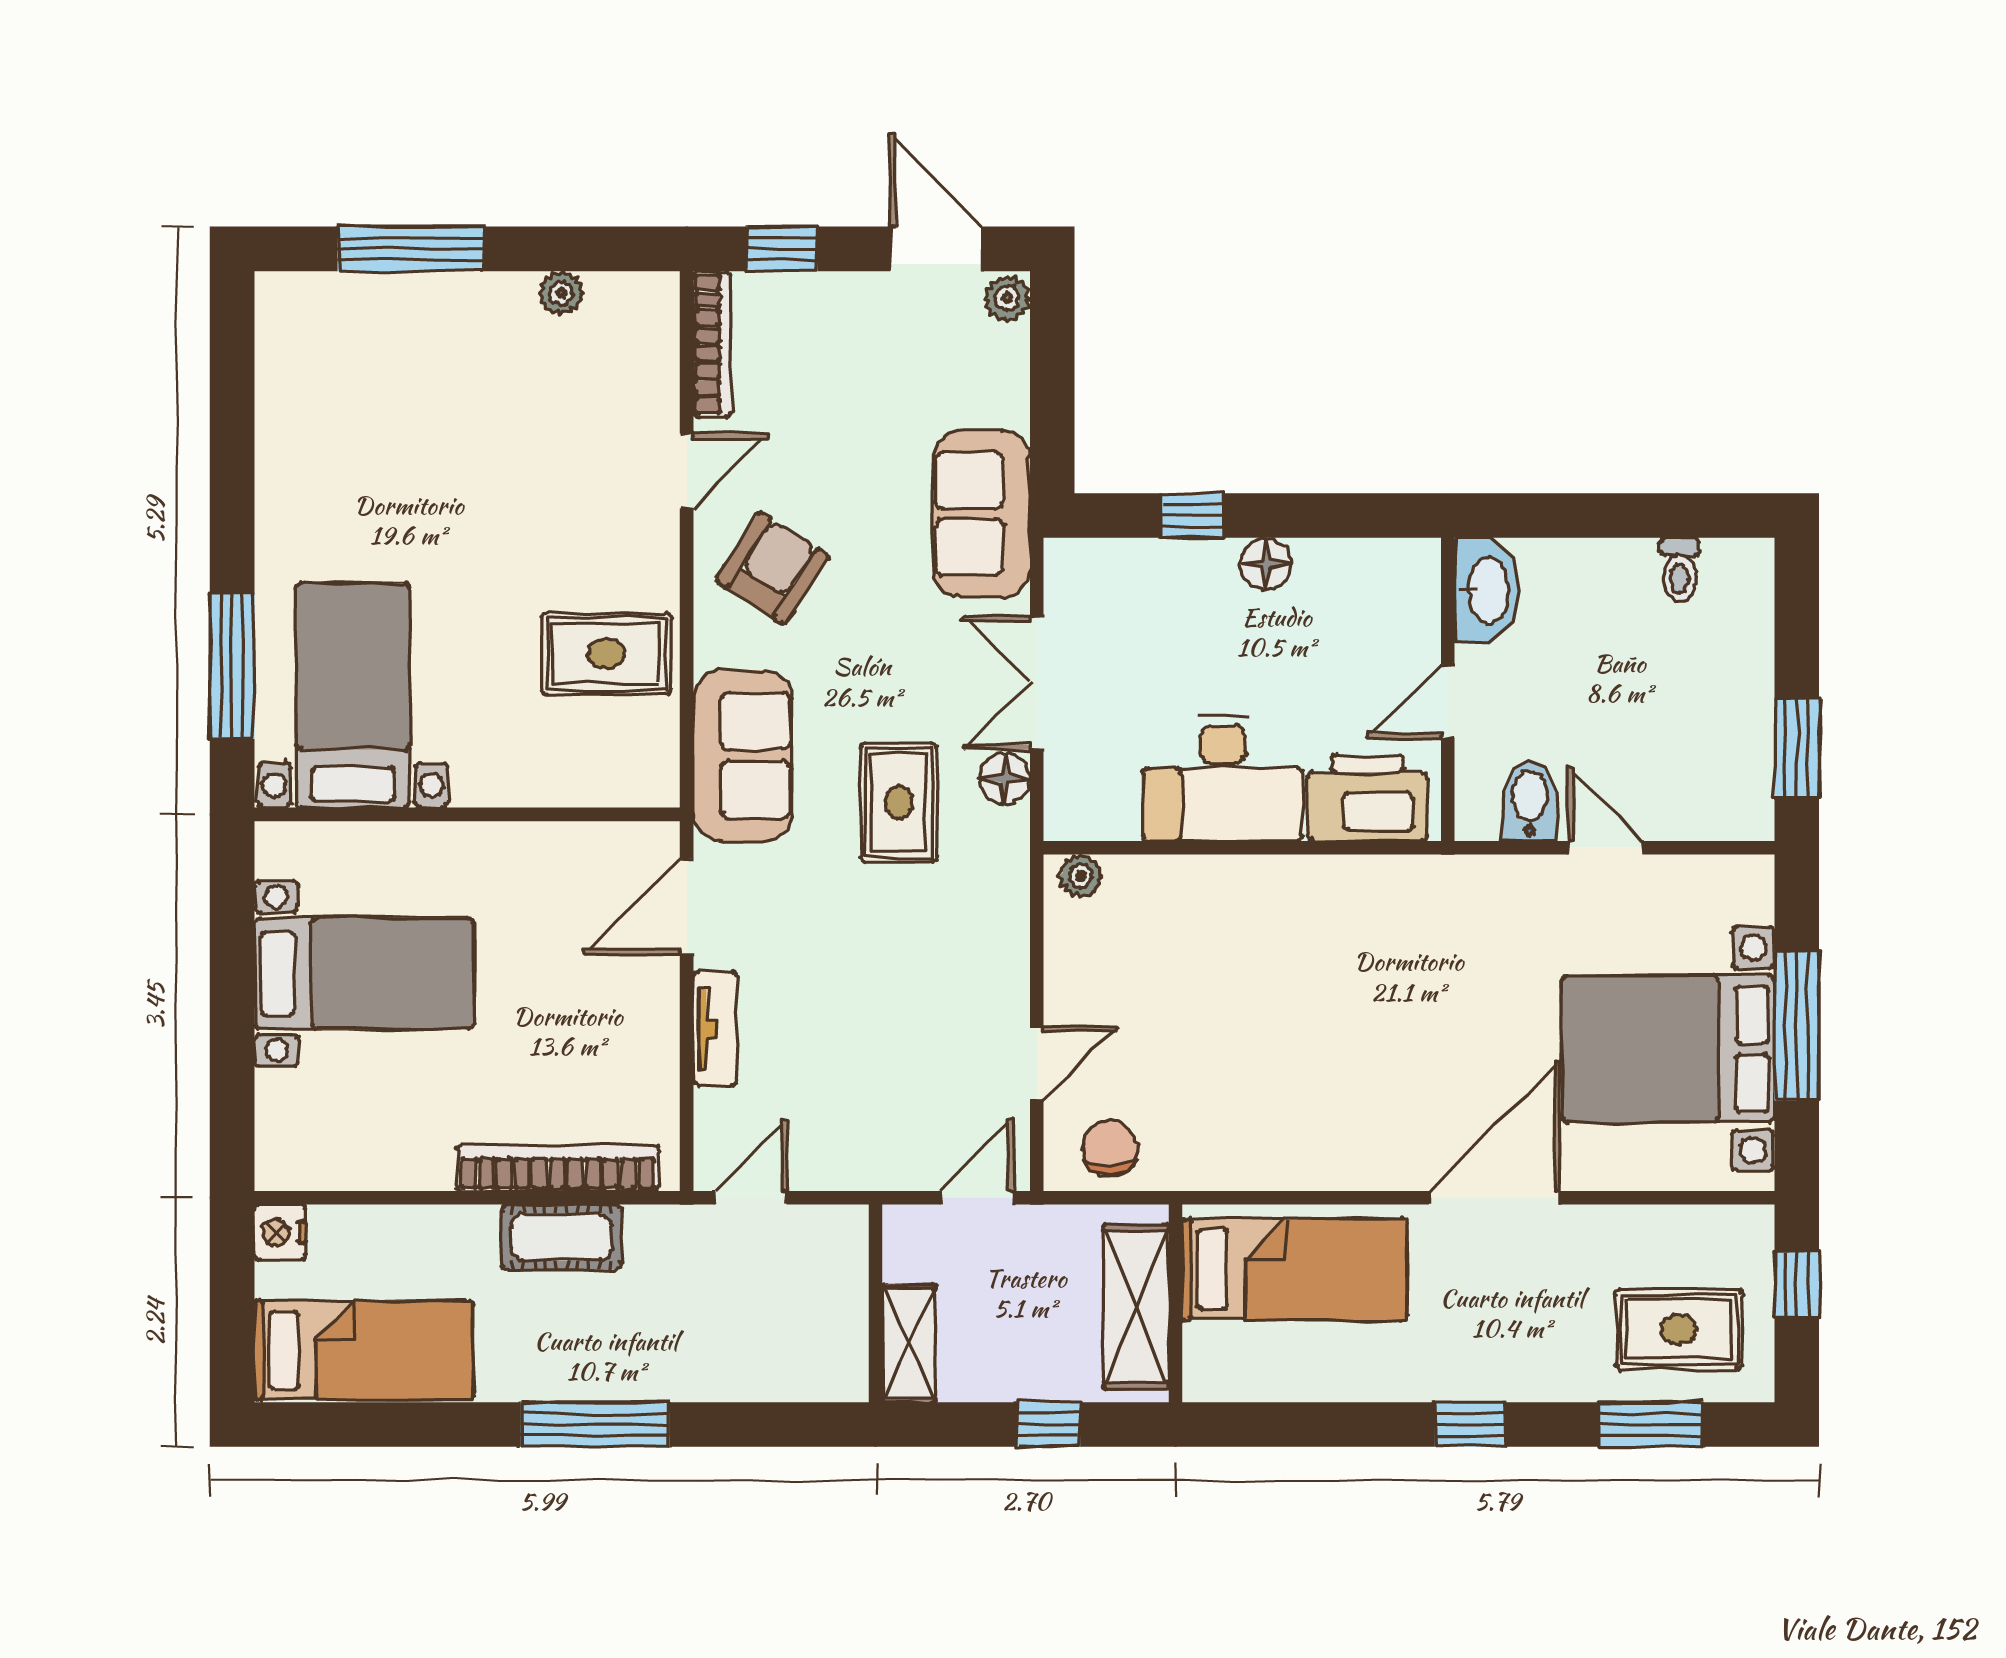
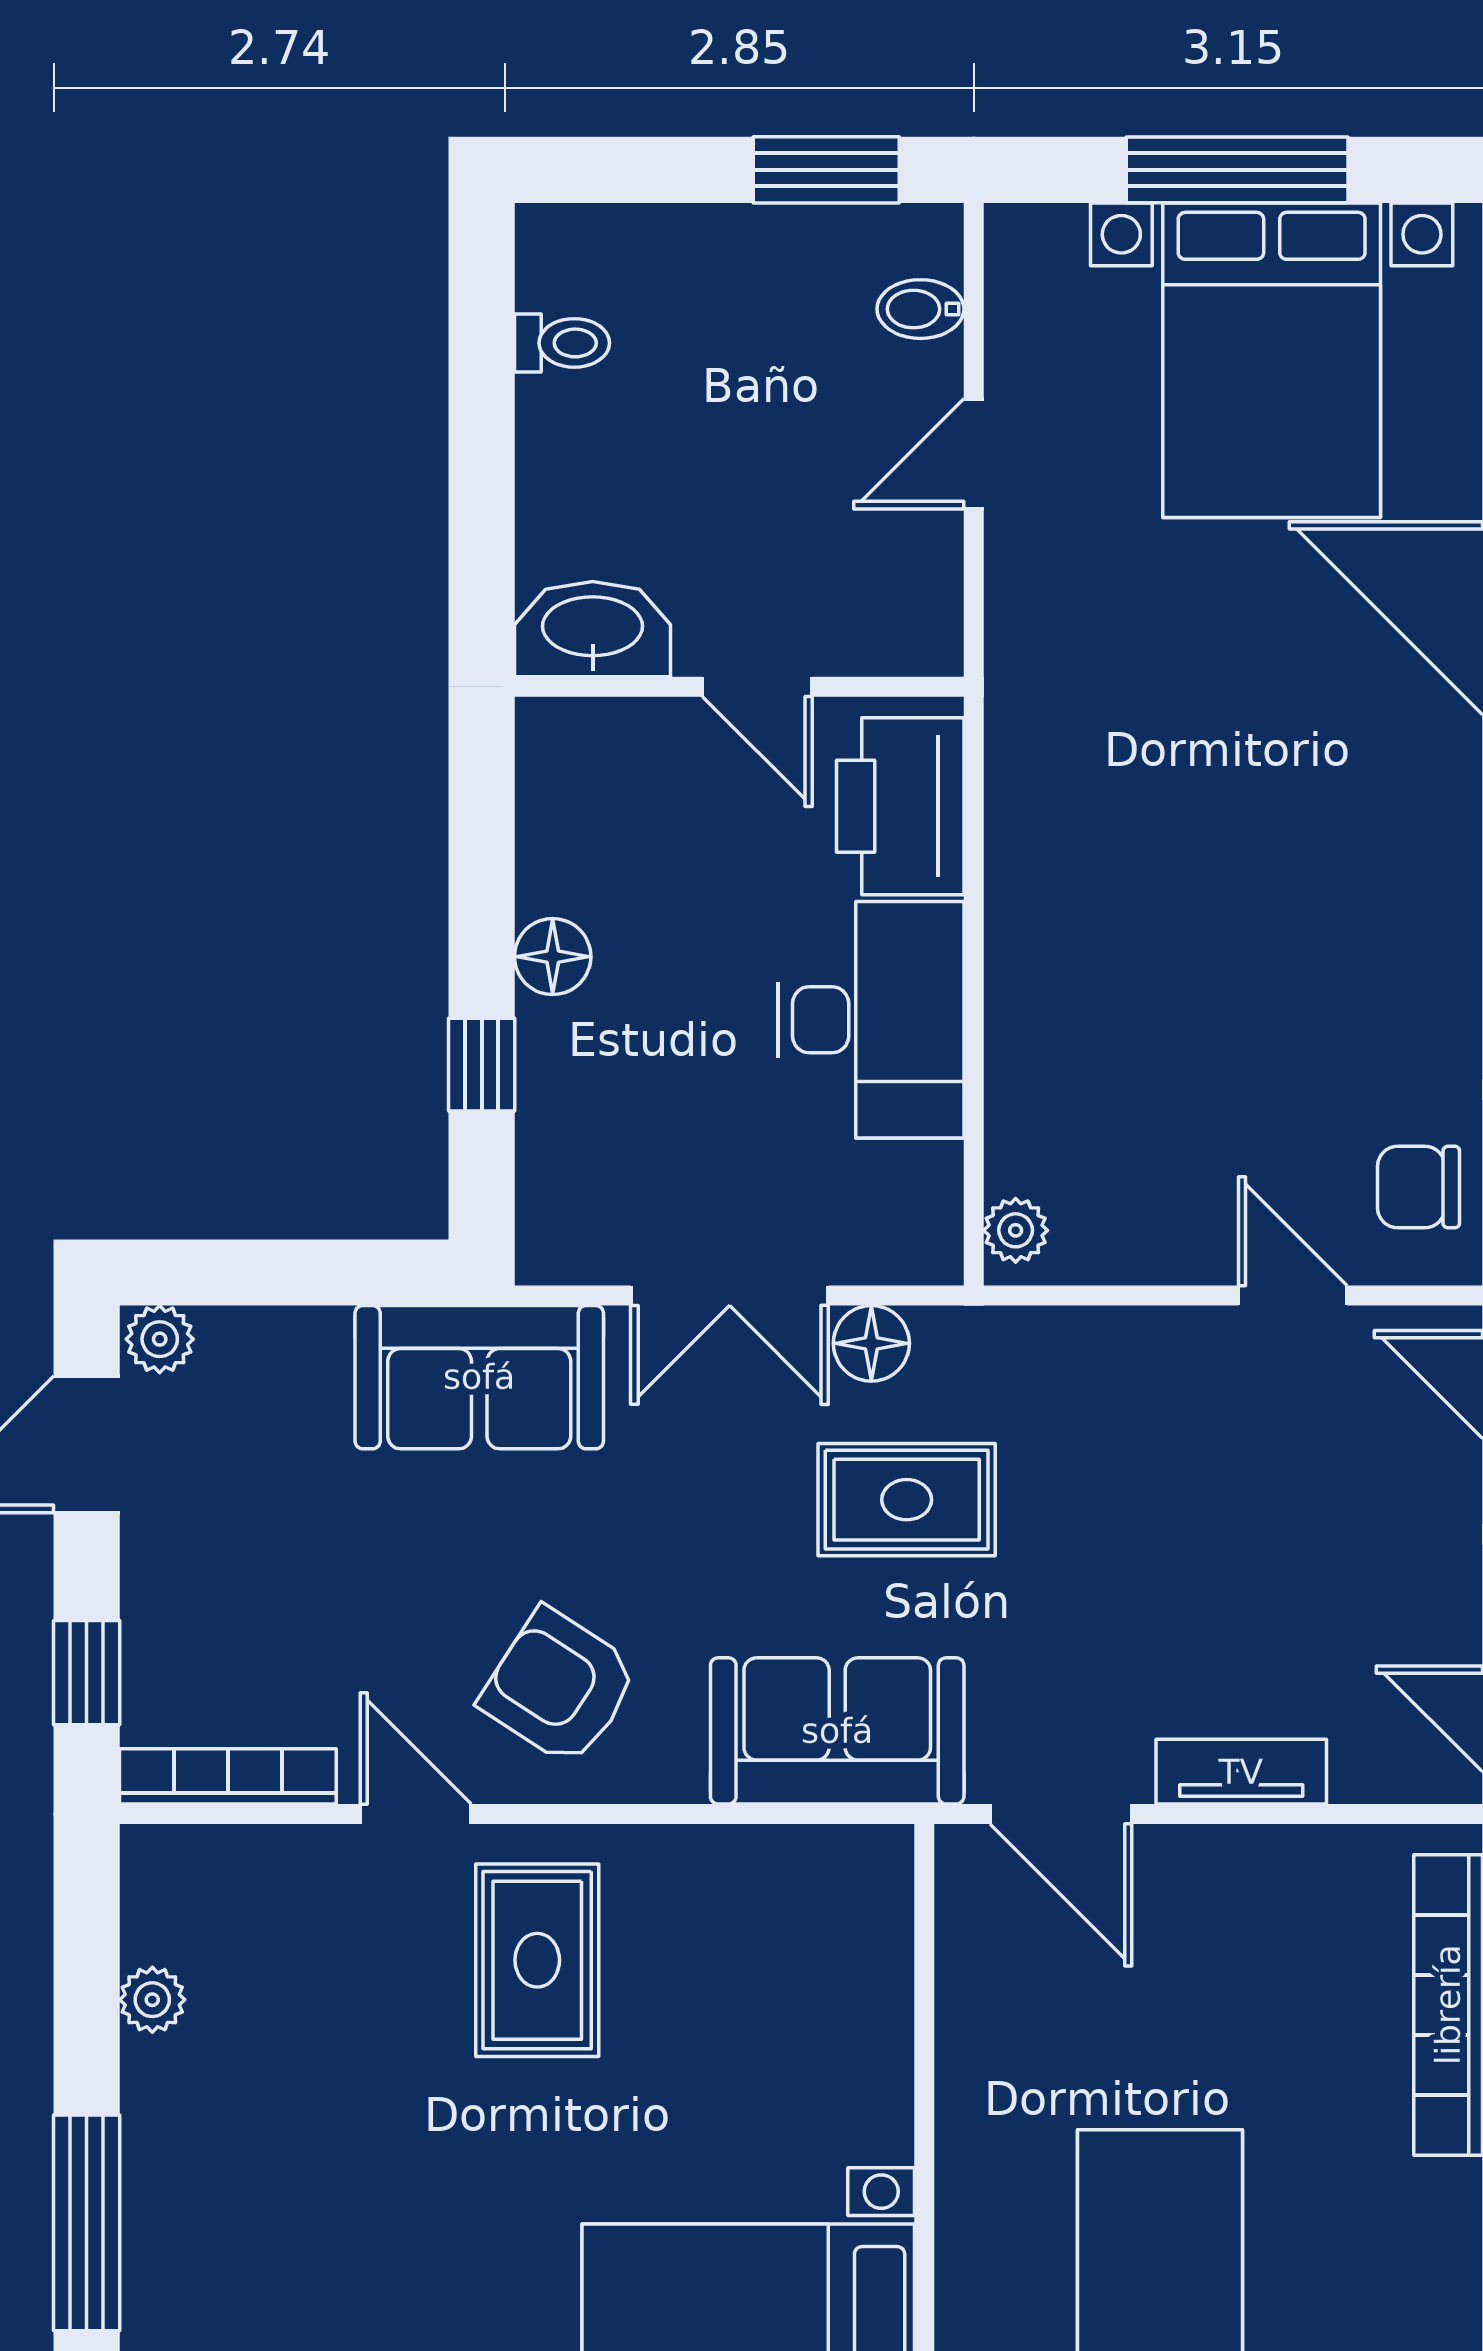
rug: (606, 654) -> (537, 1960), moved
bidet: (1530, 801) -> (920, 309), moved, width x0.72, depth x0.74

